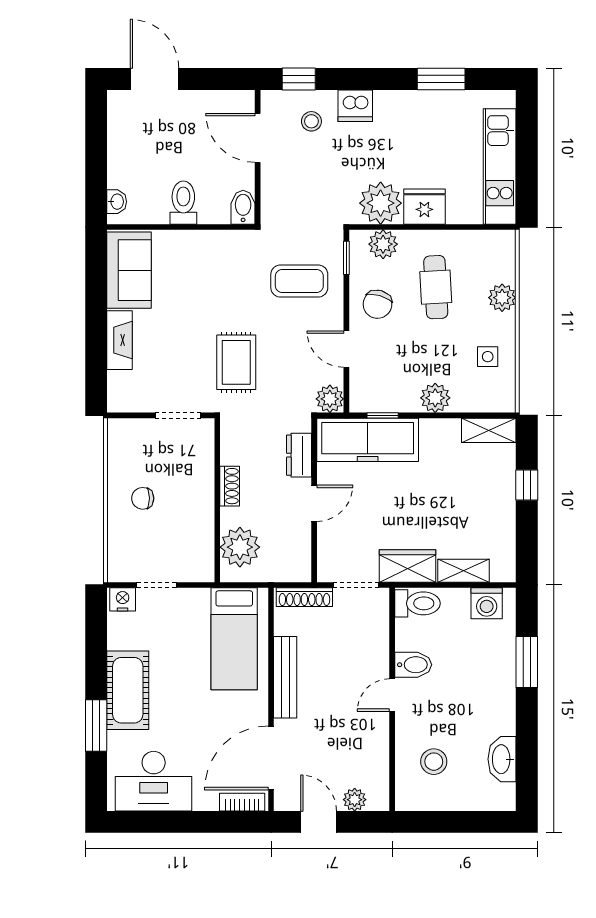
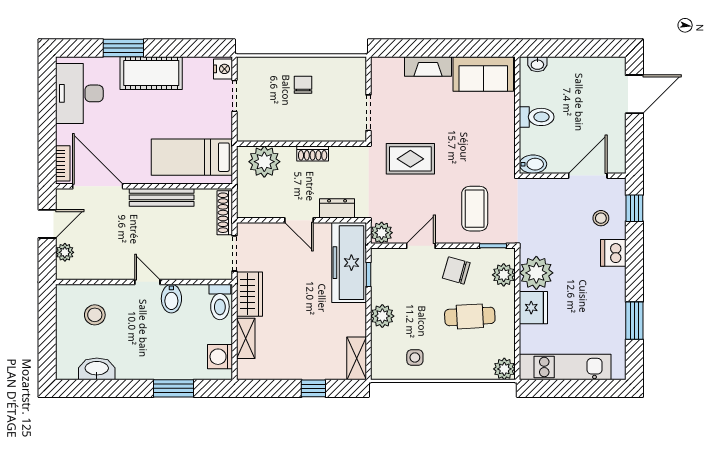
plant: (502, 298) -> (504, 369), moved

